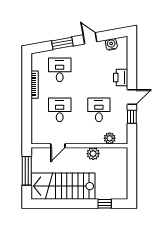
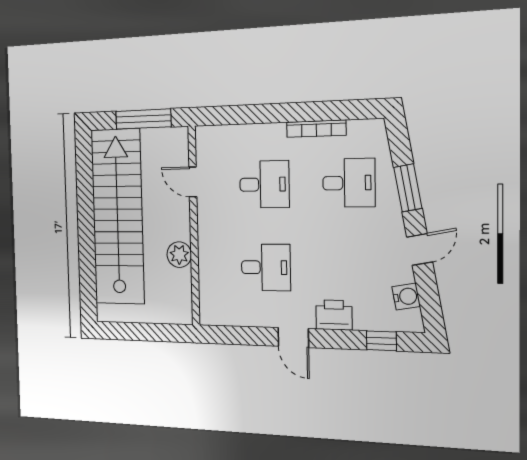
window: (132, 117) -> (381, 341), moved
plant: (110, 138) -> (210, 289), removed
stairs: (63, 186) -> (118, 217), width x1.36
window: (105, 204) -> (88, 276), removed

